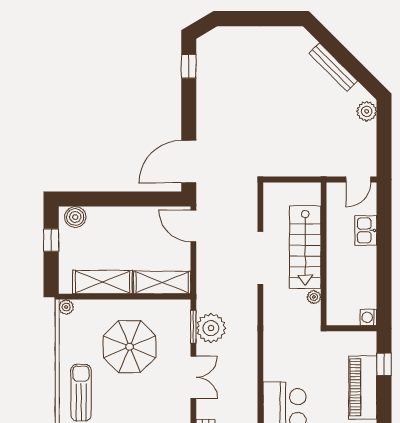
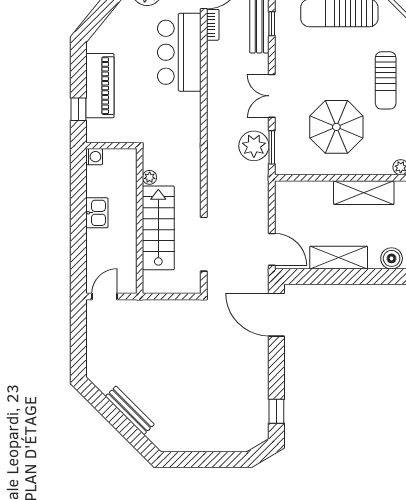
plant: (367, 111) -> (96, 366), removed
door: (189, 162) -> (276, 315), swing flipped
kitchen sink: (366, 230) -> (97, 213), moved
doorway: (260, 258) -> (204, 244), moved
shelving: (162, 282) -> (339, 258), moved

